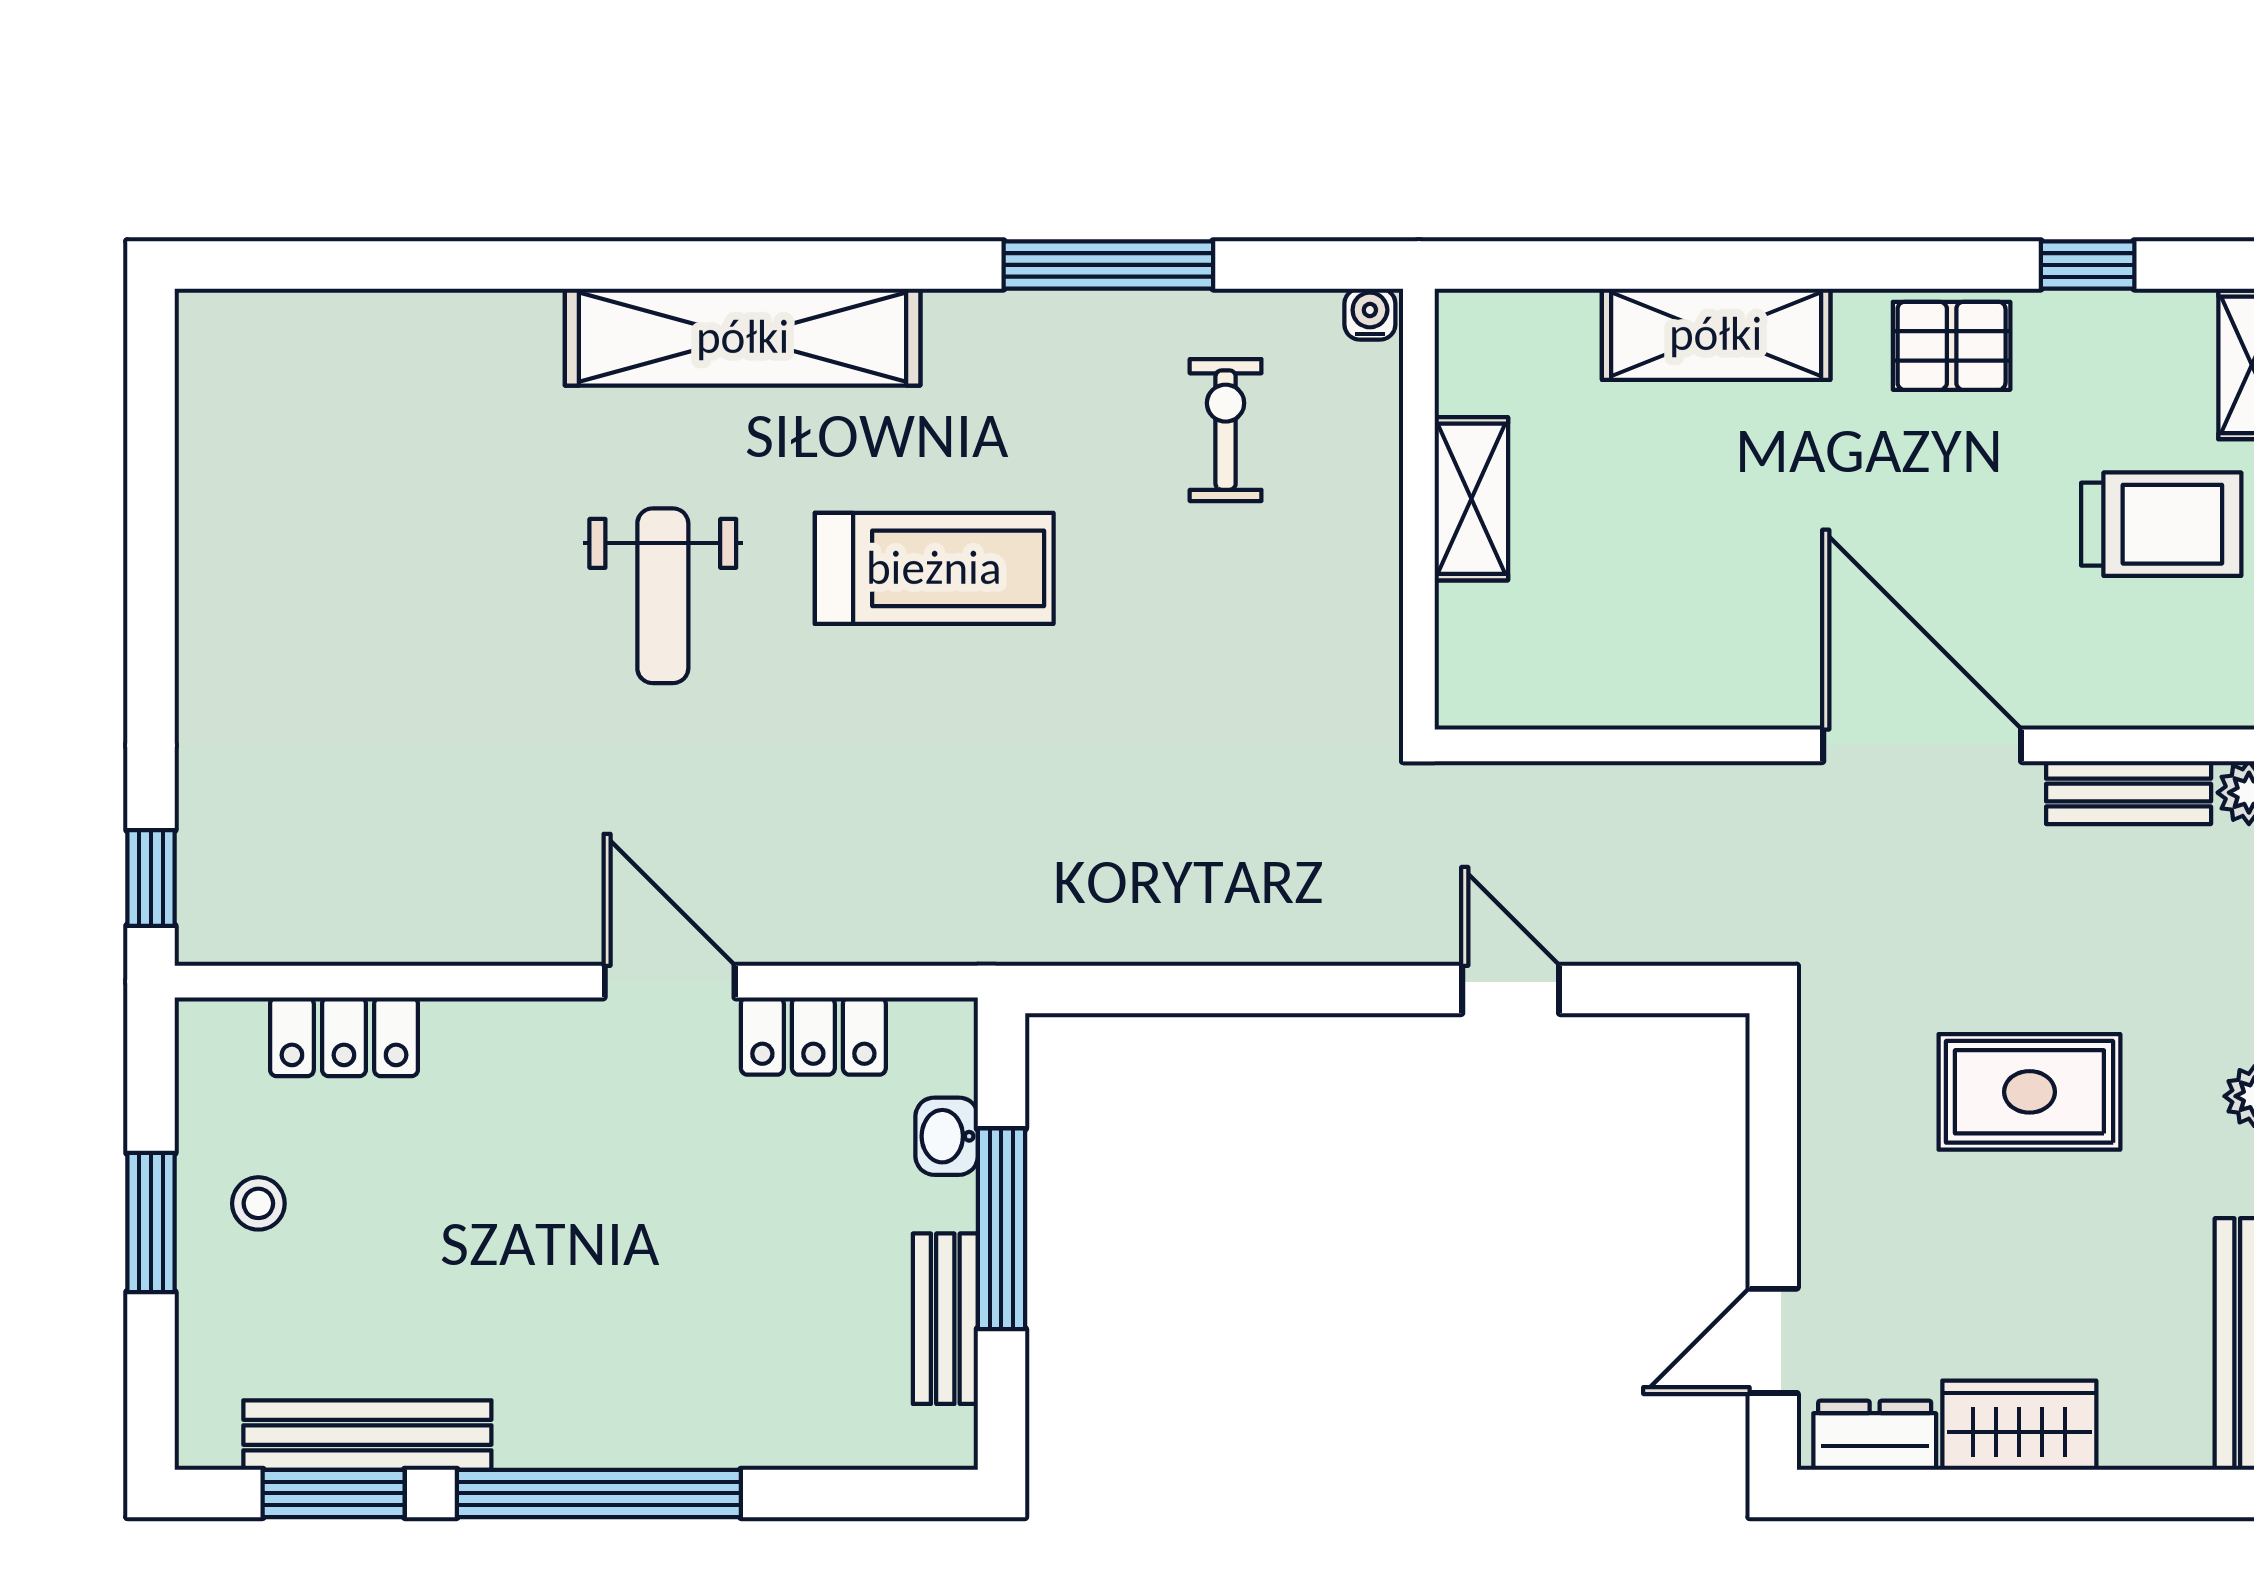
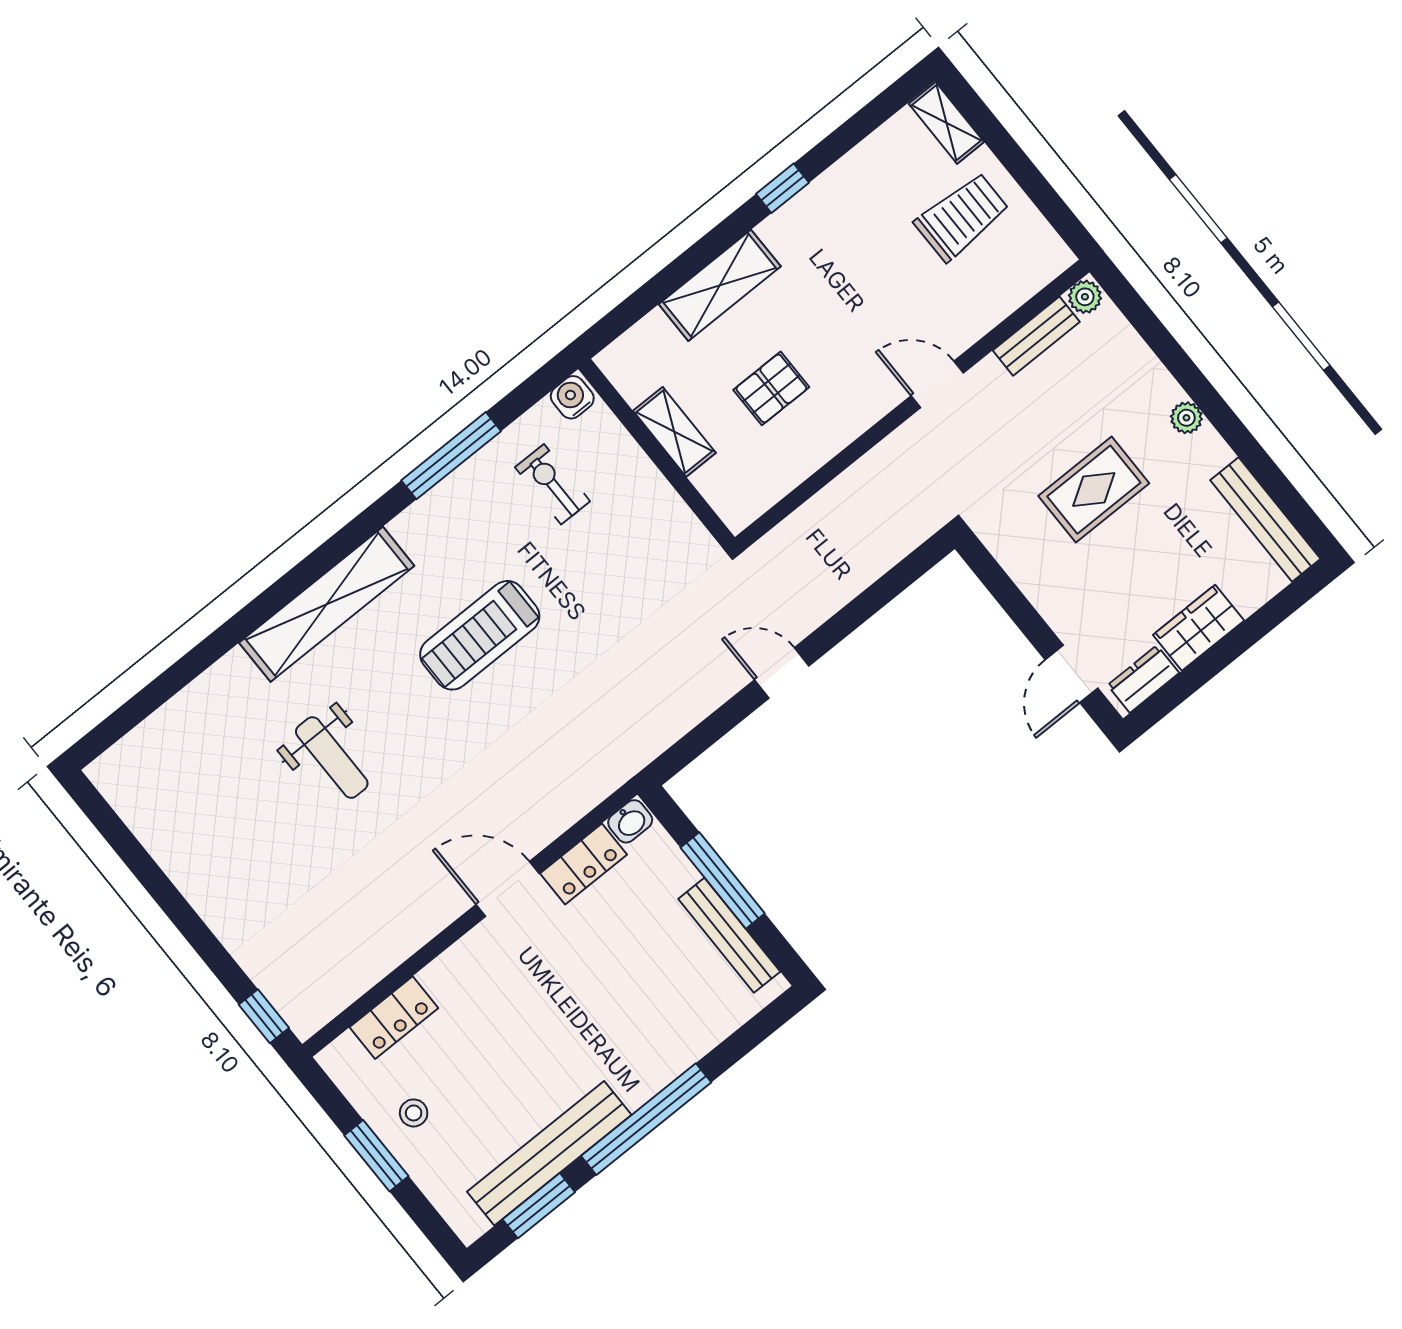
window: (2088, 265) -> (782, 188), moved
water cooler: (1370, 314) -> (572, 397), width x1.38, depth x1.38
pallet: (1952, 346) -> (771, 388), moved
treadmill: (934, 568) -> (480, 635), turned 180
weight bench: (663, 596) -> (332, 758), moved
door: (1922, 745) -> (937, 384), width x0.53
door: (1511, 989) -> (782, 673), moved
washbasin: (947, 1136) -> (630, 821), moved, turned -90
bench: (945, 1319) -> (729, 935), width x1.36
bench: (367, 1435) -> (549, 1153), width x1.37, depth x1.21

